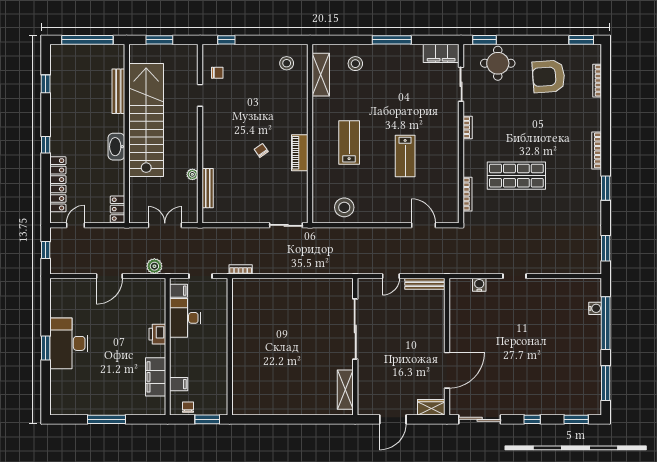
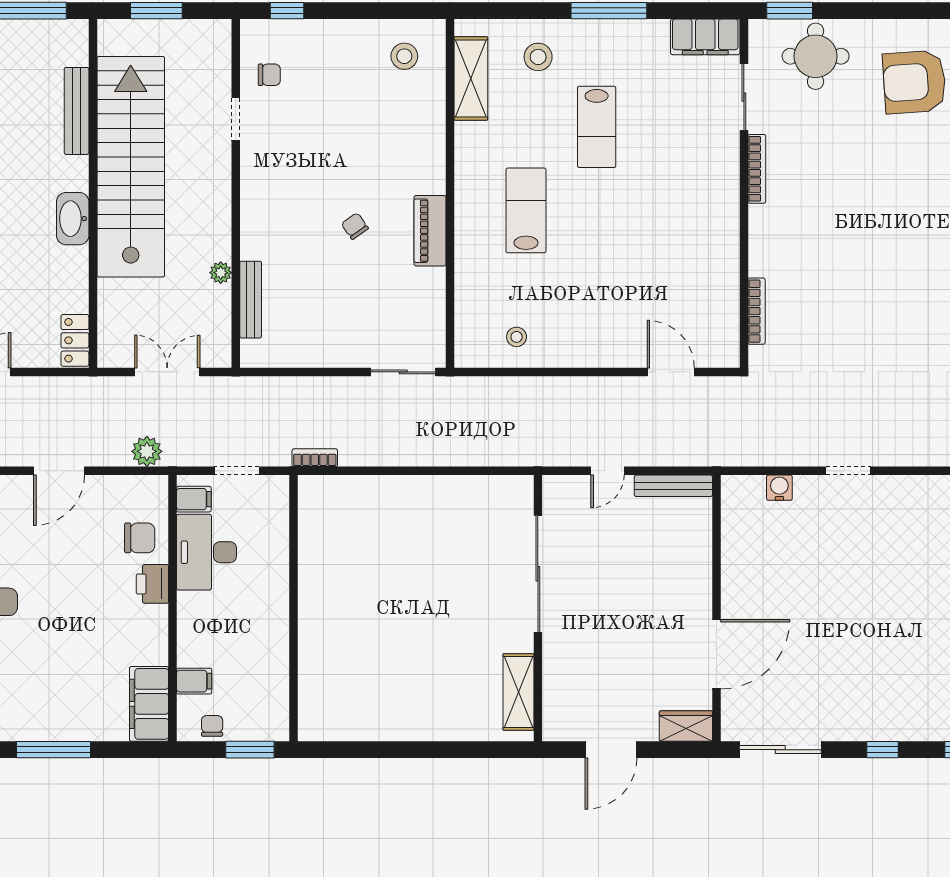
bookcase: (468, 127) -> (757, 169), width x1.56
lab bench: (405, 156) -> (597, 127), moved
shop shelf: (516, 176) -> (852, 275), removed
stool: (344, 207) -> (517, 337), width x0.53, depth x0.53
chair: (151, 311) -> (140, 538), added
filing cabinet: (156, 377) -> (149, 704), moved

